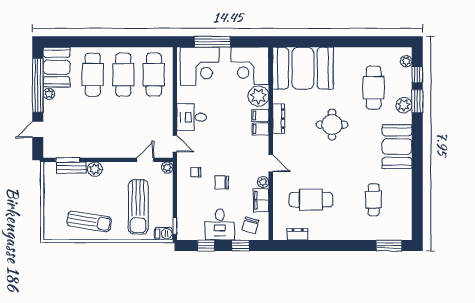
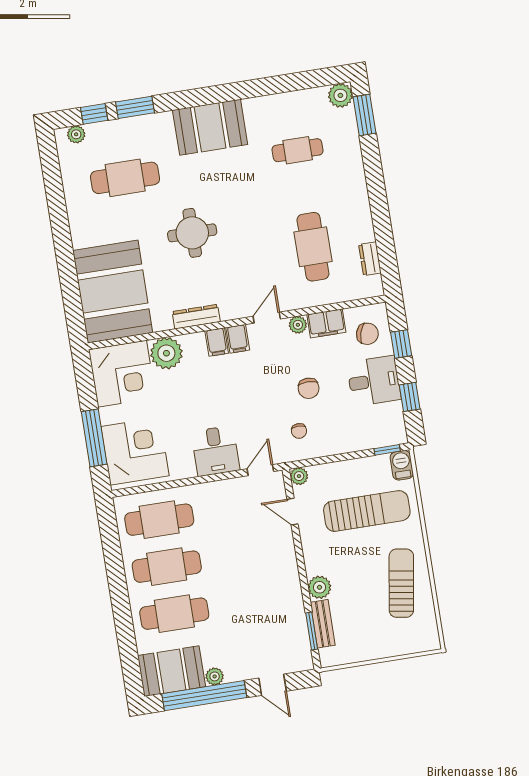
plant: (404, 105) -> (340, 95), moved
filing cabinet: (260, 115) -> (238, 339), moved

